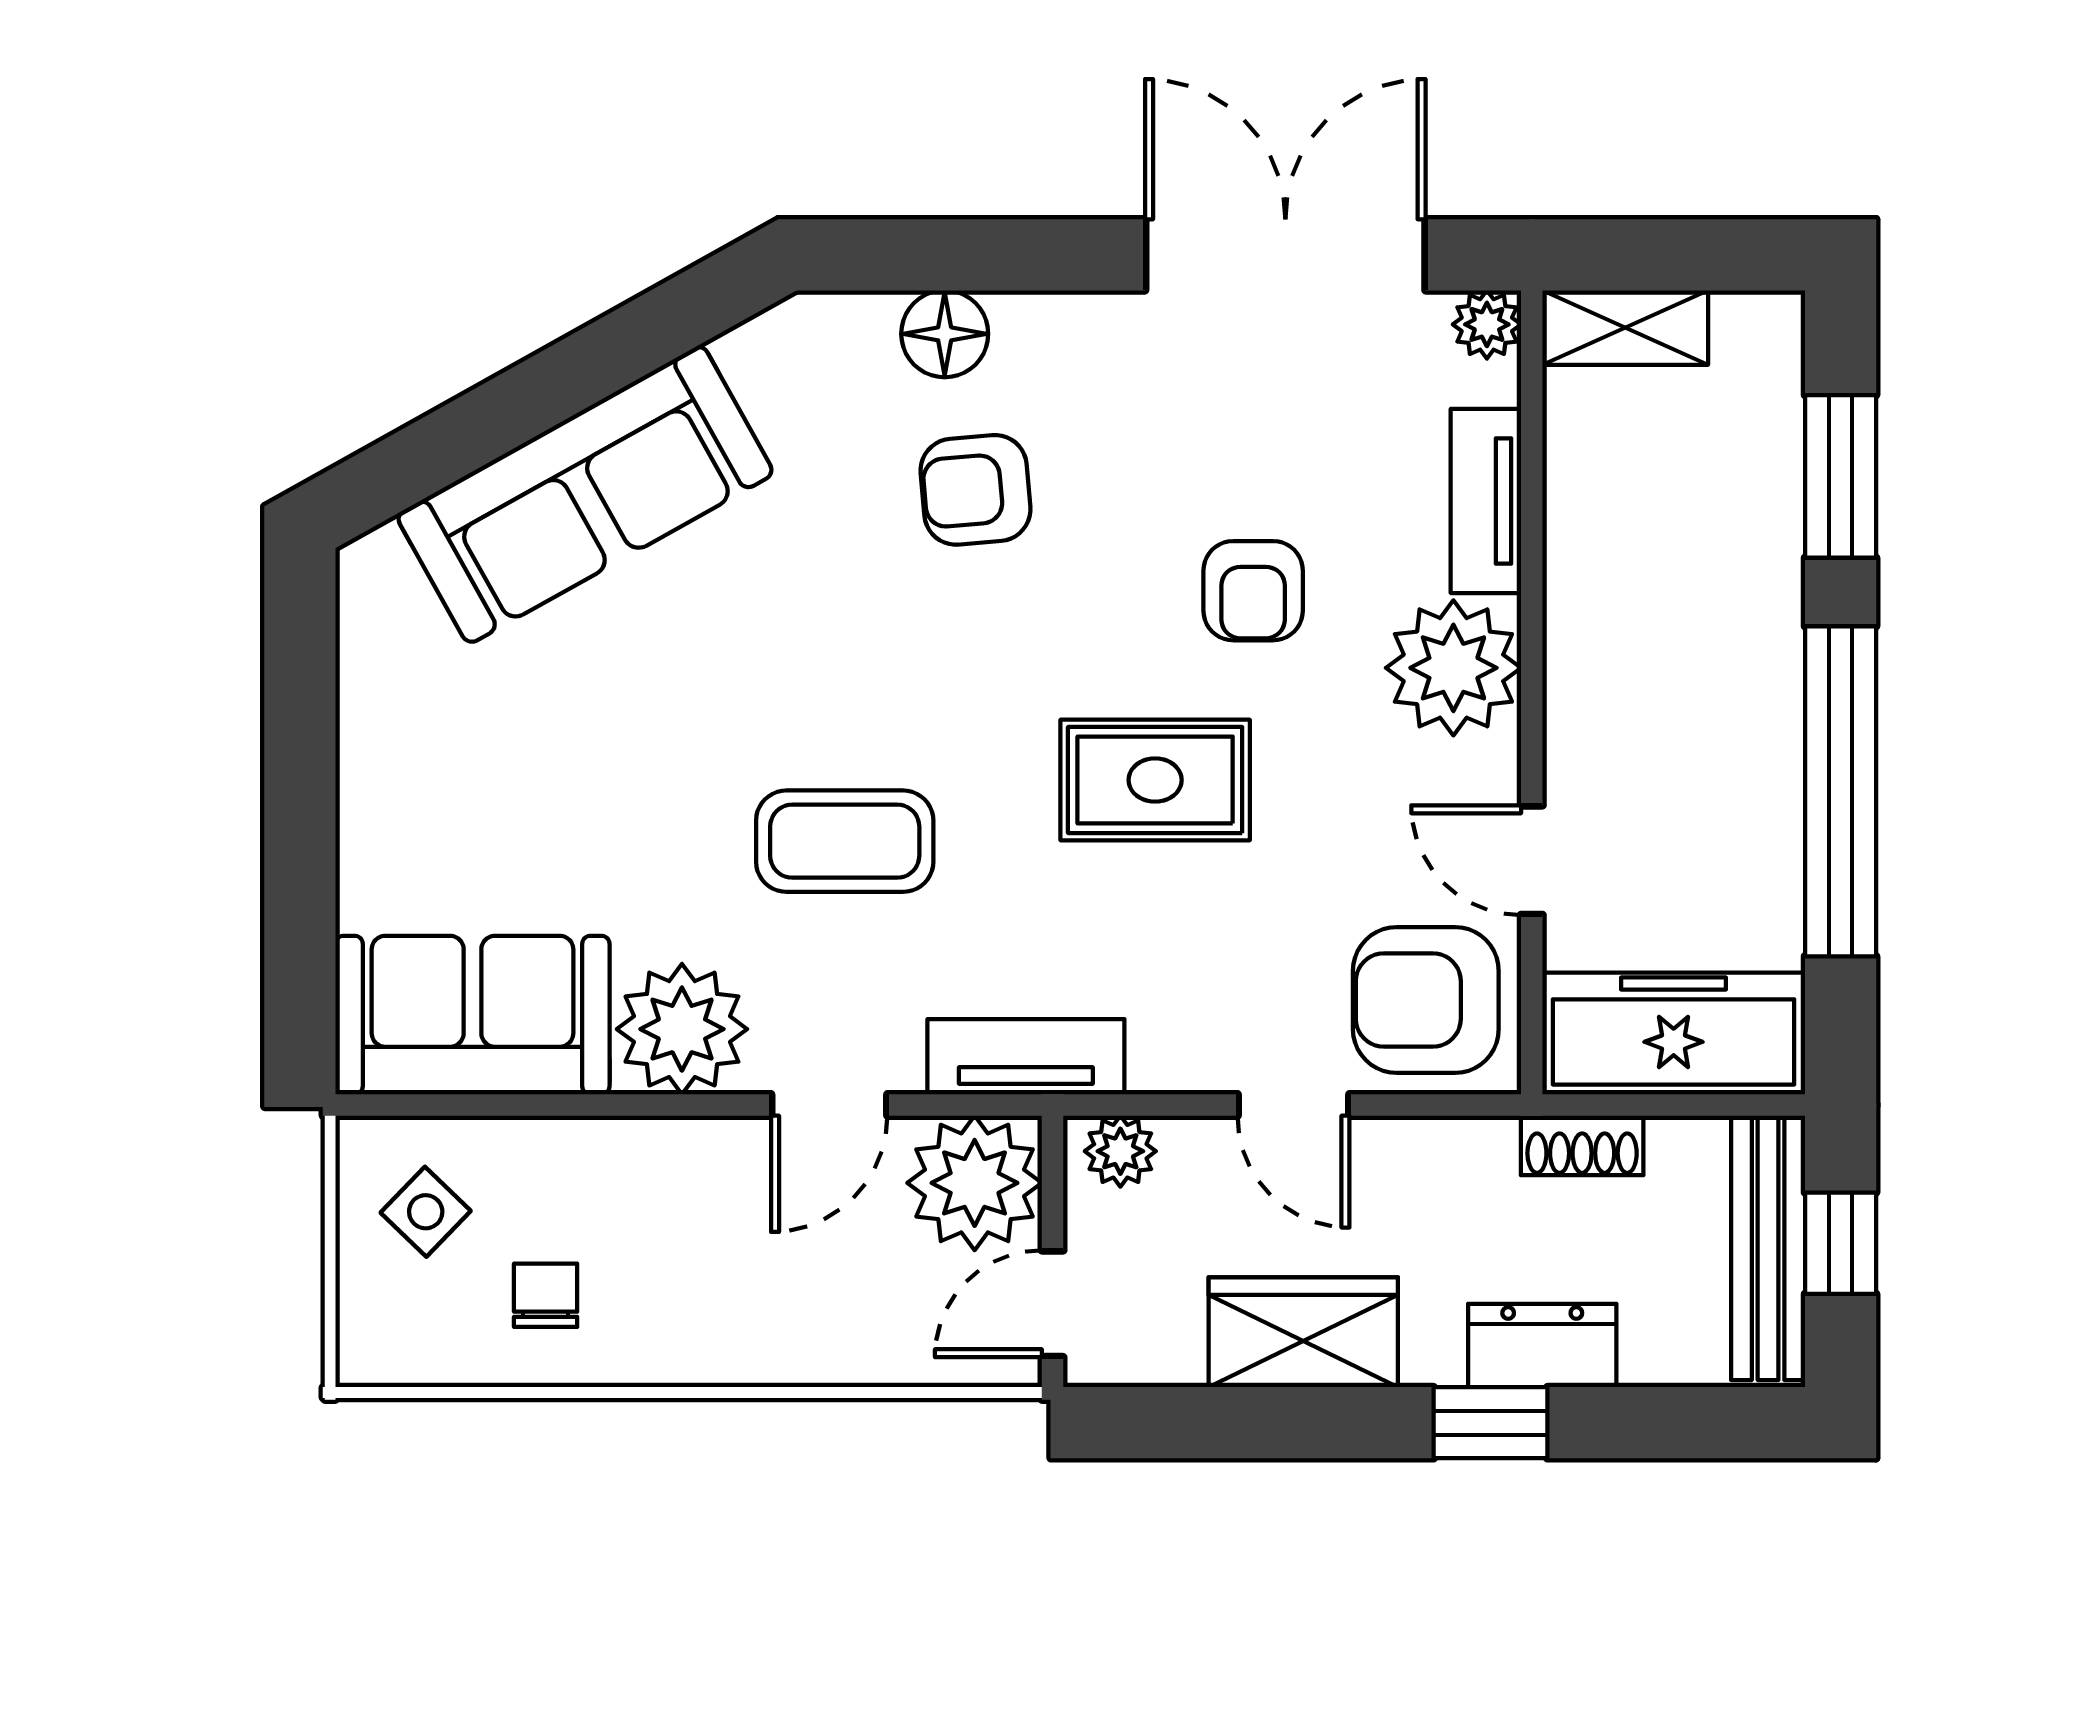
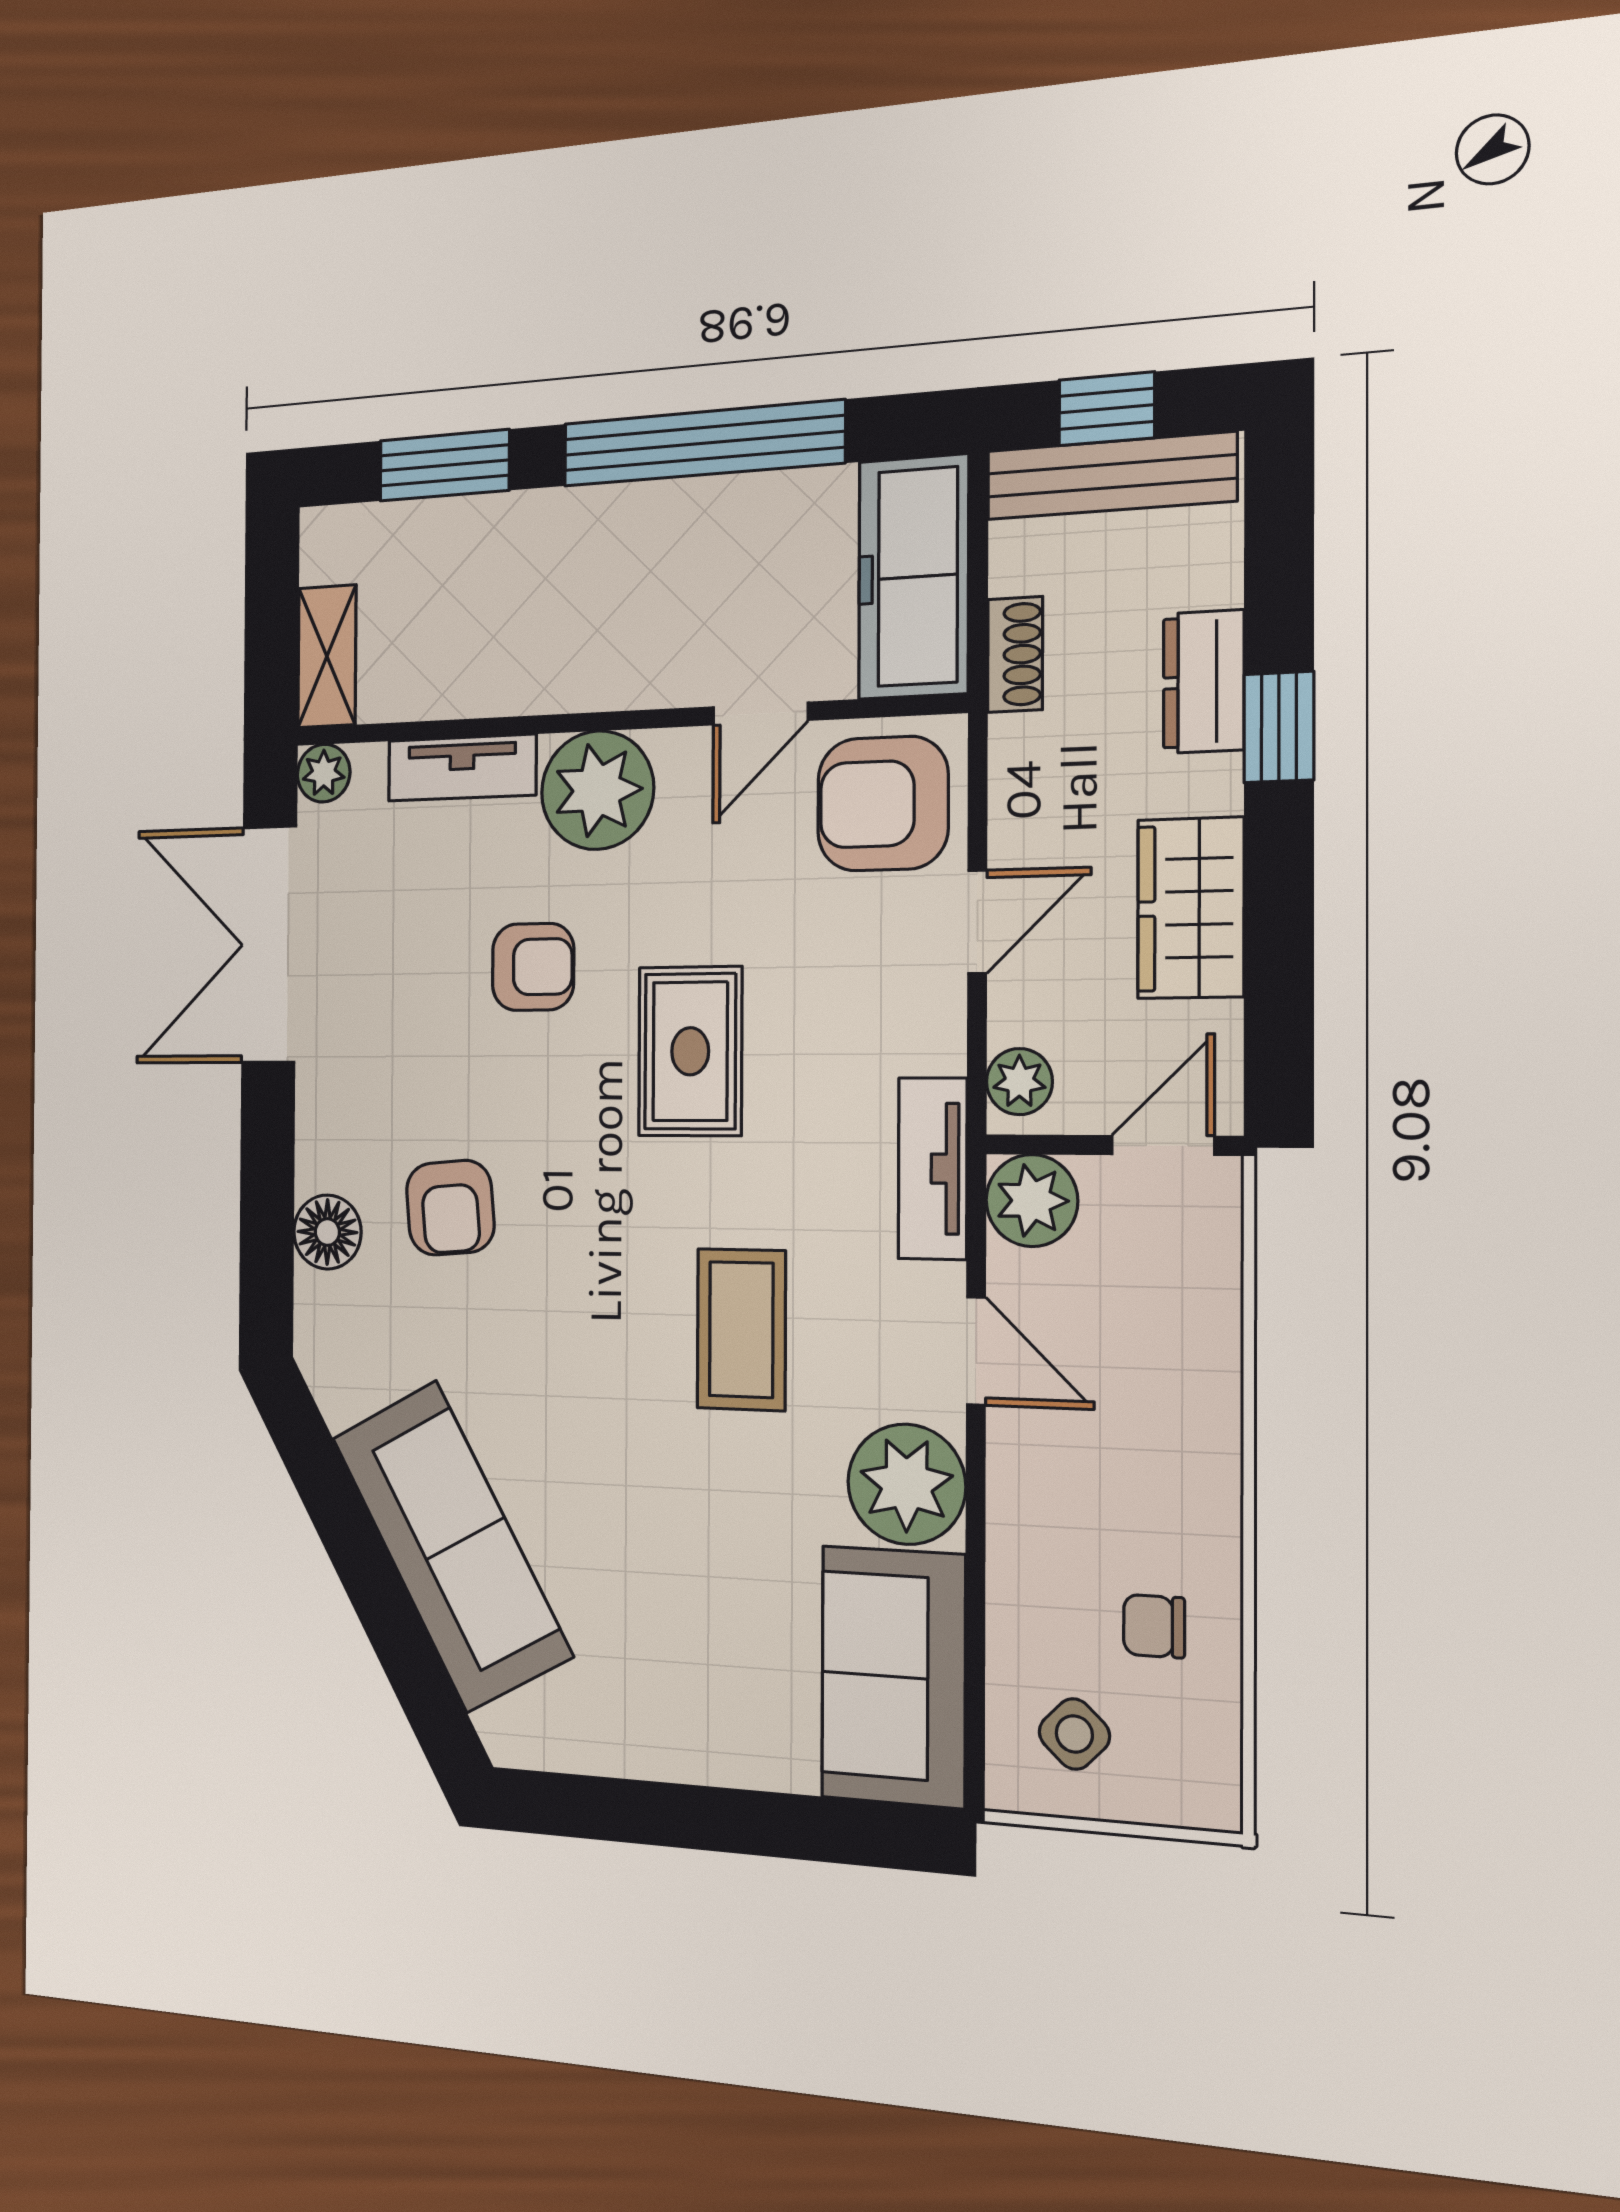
armchair: (1426, 1000) -> (883, 804), turned 90
plant: (975, 1183) -> (1032, 1201), width x0.73, depth x0.73
door: (1052, 1304) -> (1163, 1145), swing flipped

